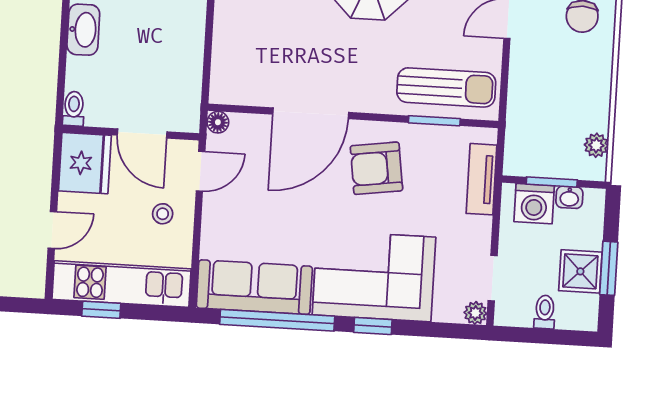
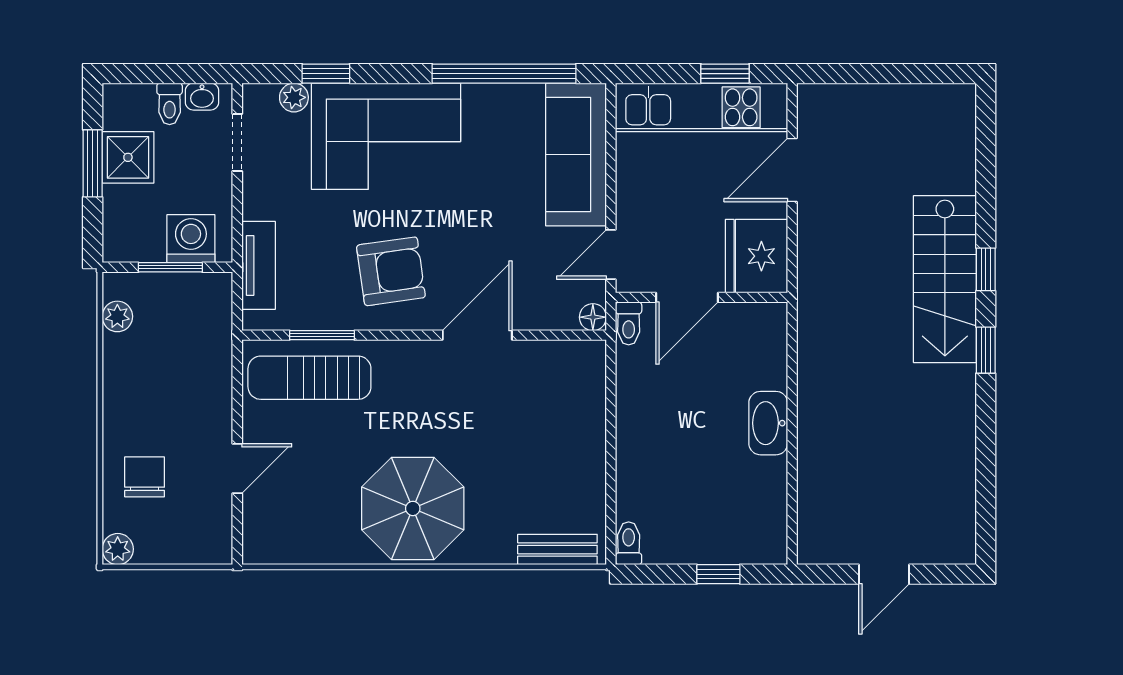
toilet: (74, 109) -> (629, 323), moved
door: (311, 113) -> (477, 335), width x0.73
door: (142, 133) -> (687, 297), swing flipped
washbasin: (569, 197) -> (202, 97), moved, turned 180
stool: (163, 214) -> (655, 198), removed
door: (52, 230) -> (792, 170), width x1.38
sofa: (254, 287) -> (576, 154), moved, turned 90
plant: (475, 313) -> (294, 97), moved
window: (373, 326) -> (326, 74), moved

